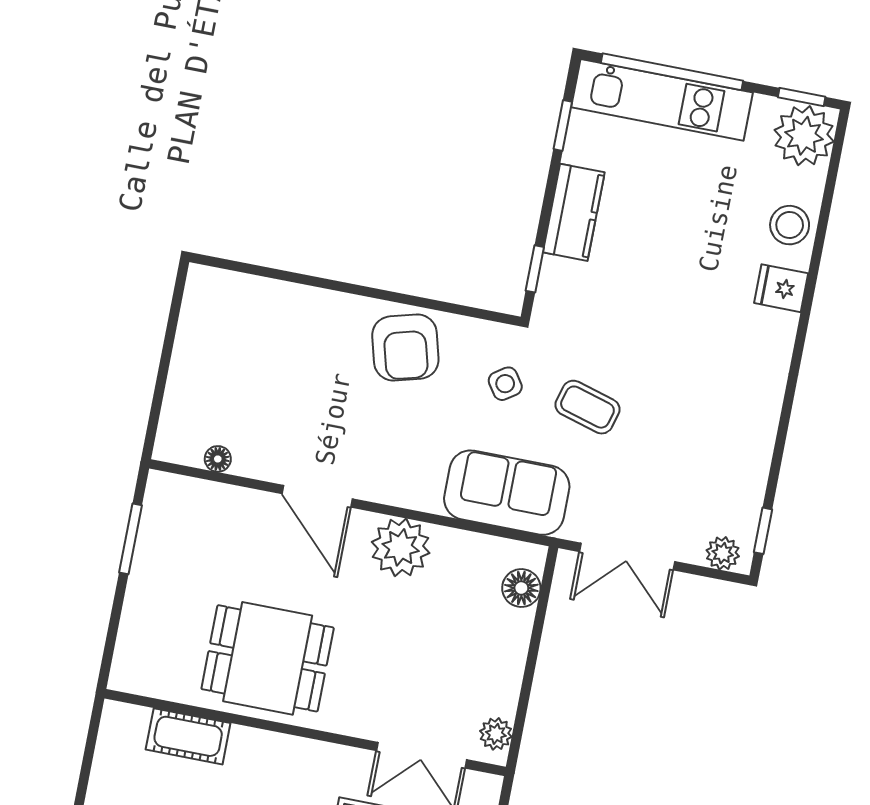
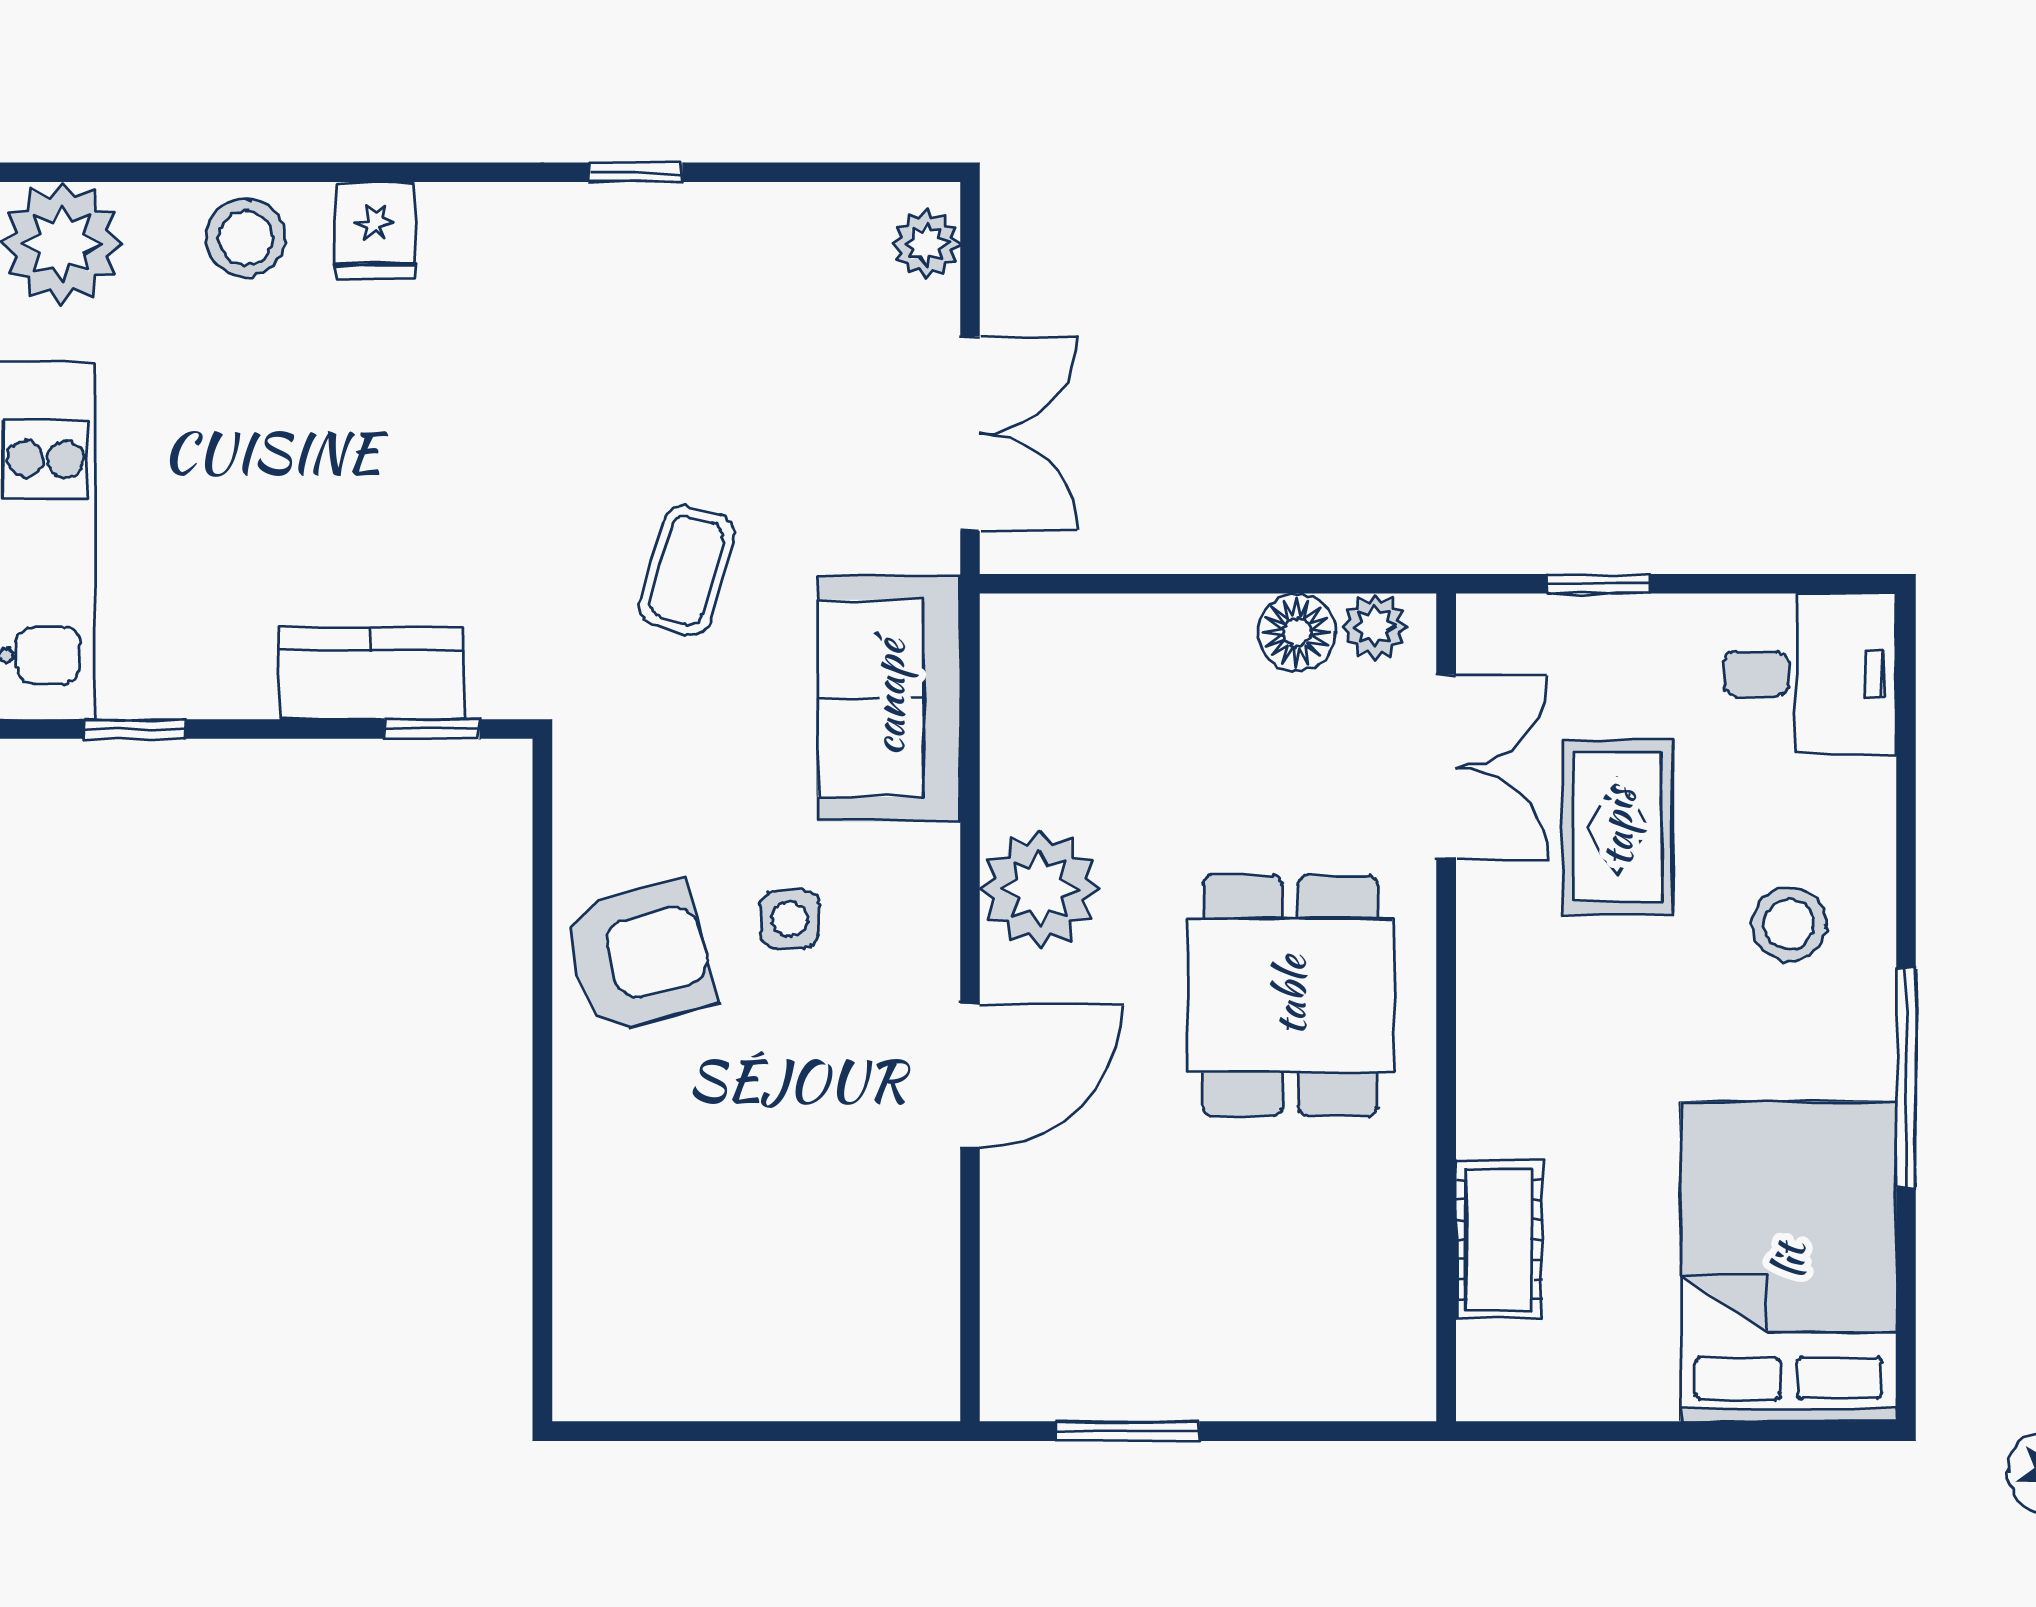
kitchen counter: (574, 212) -> (371, 673), moved
side table: (505, 384) -> (790, 919), moved, turned 34
floor lamp: (218, 459) -> (934, 1288), removed
window: (763, 531) -> (636, 172), moved
floor lamp: (521, 588) -> (1297, 632), moved
dining table: (268, 658) -> (1290, 996), moved

